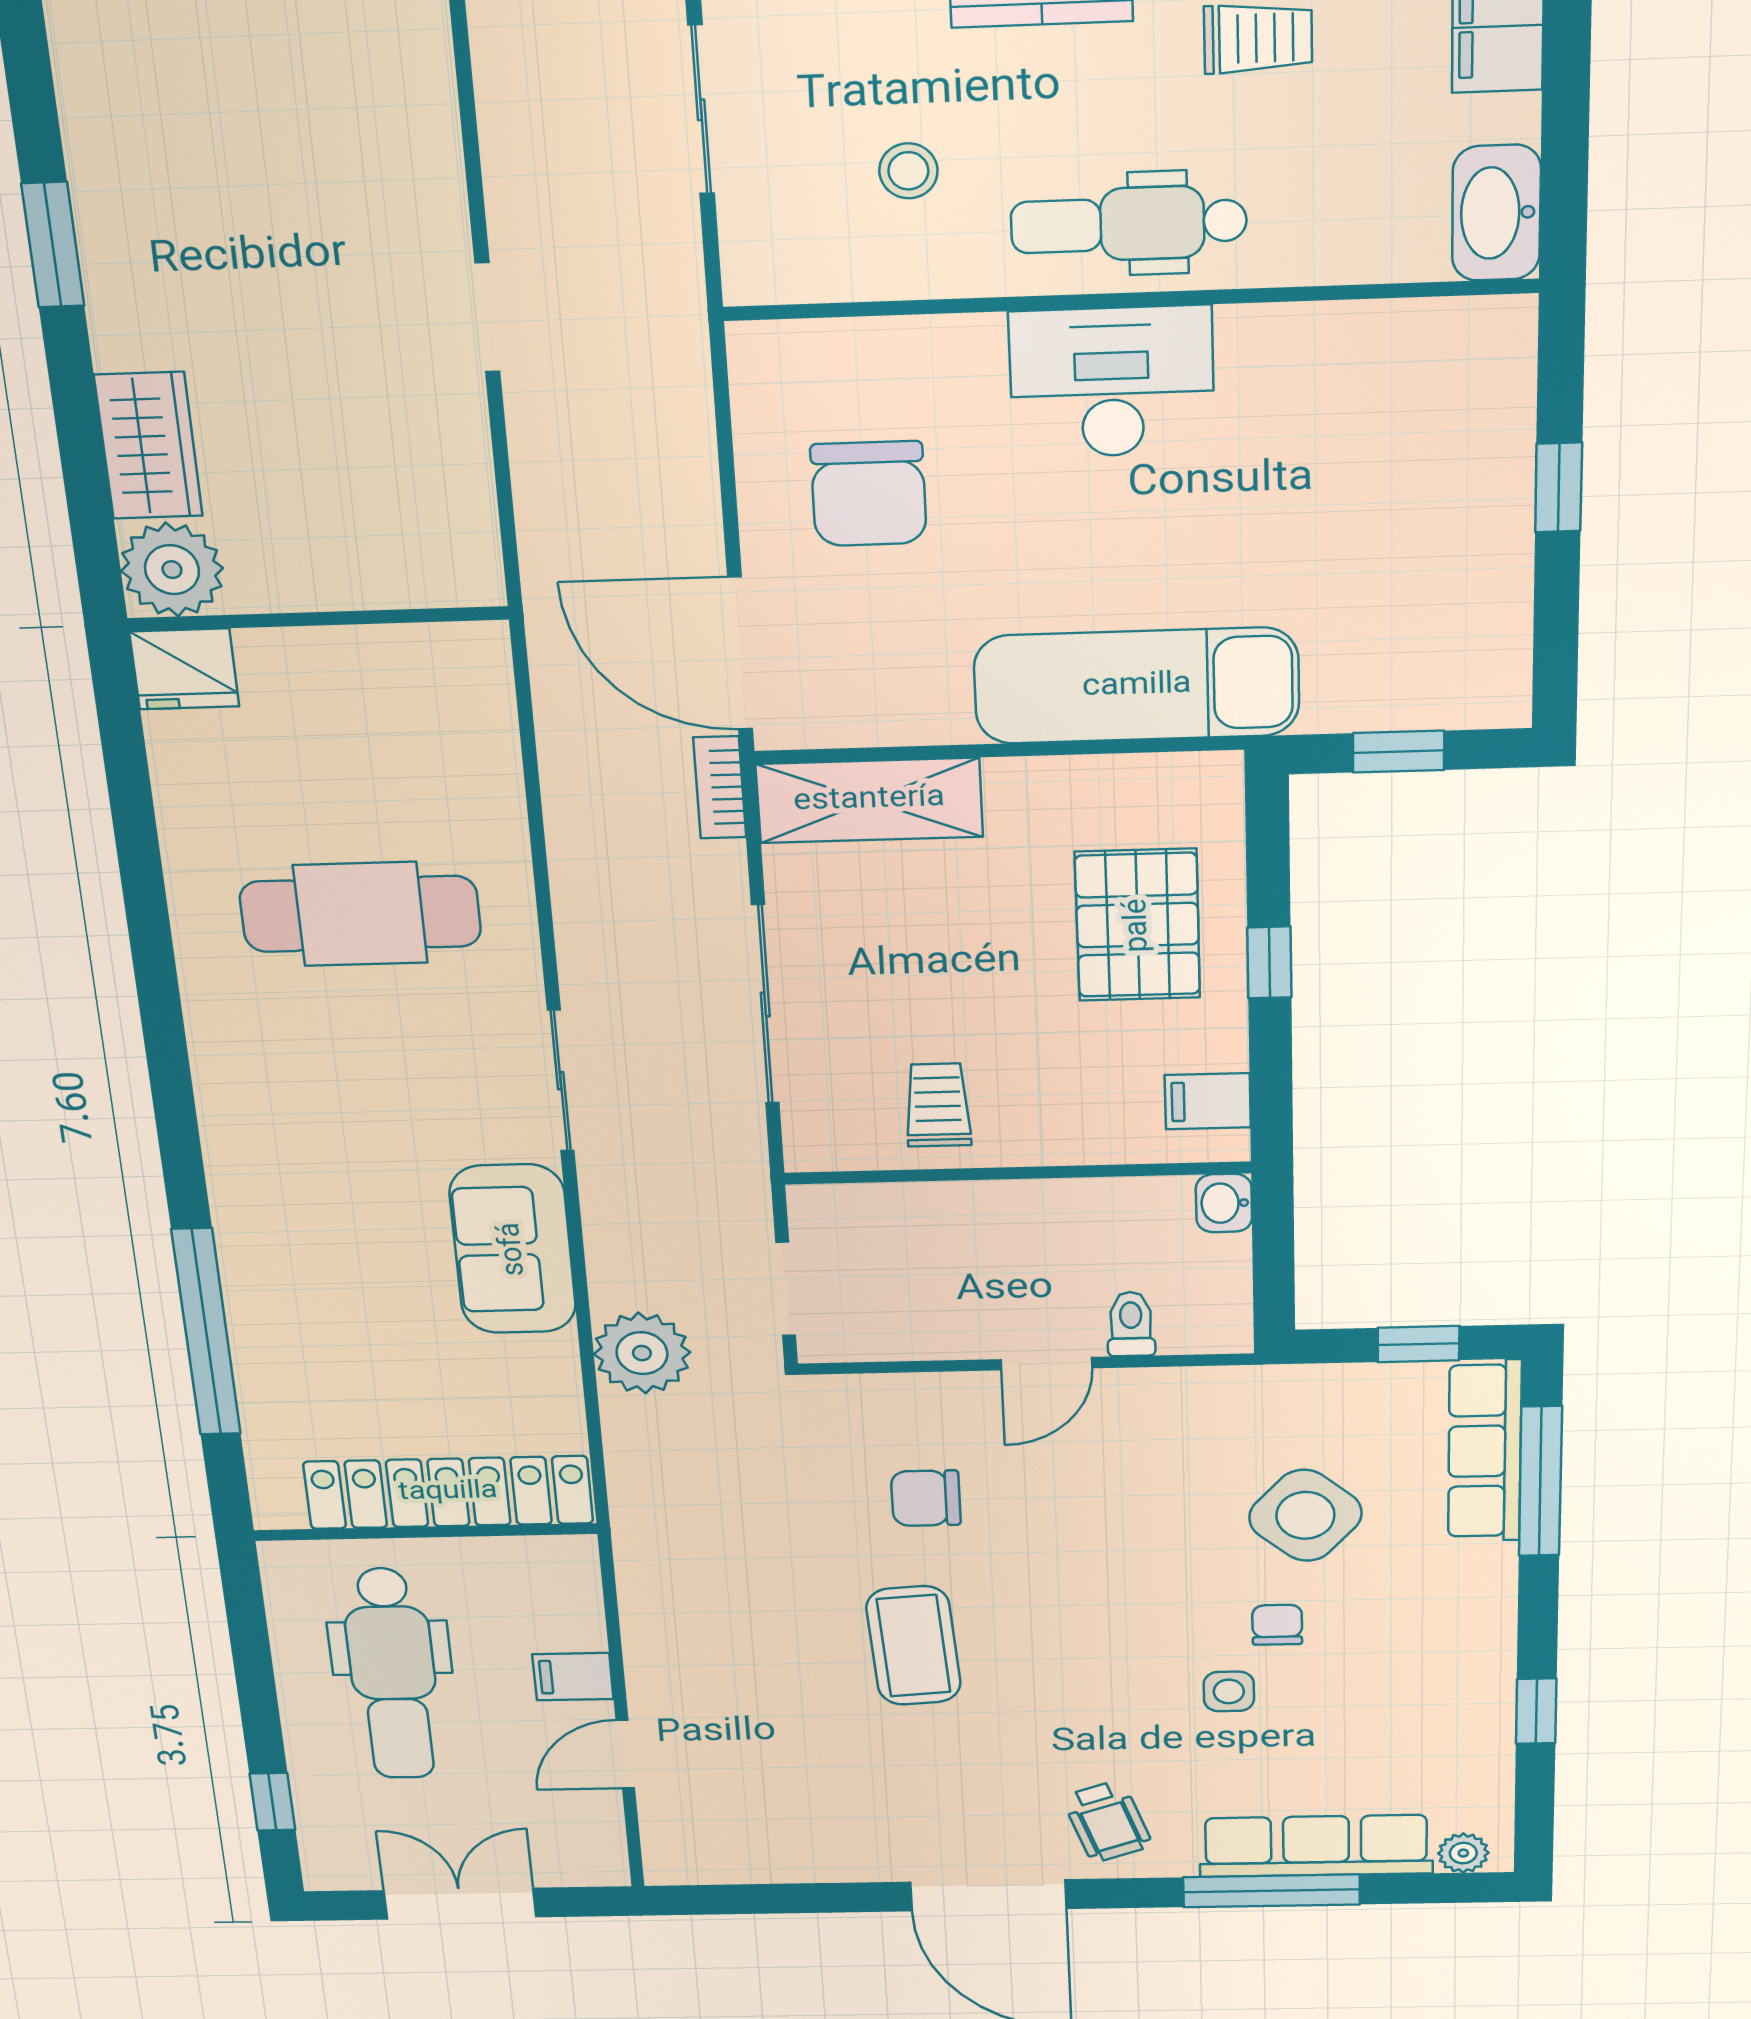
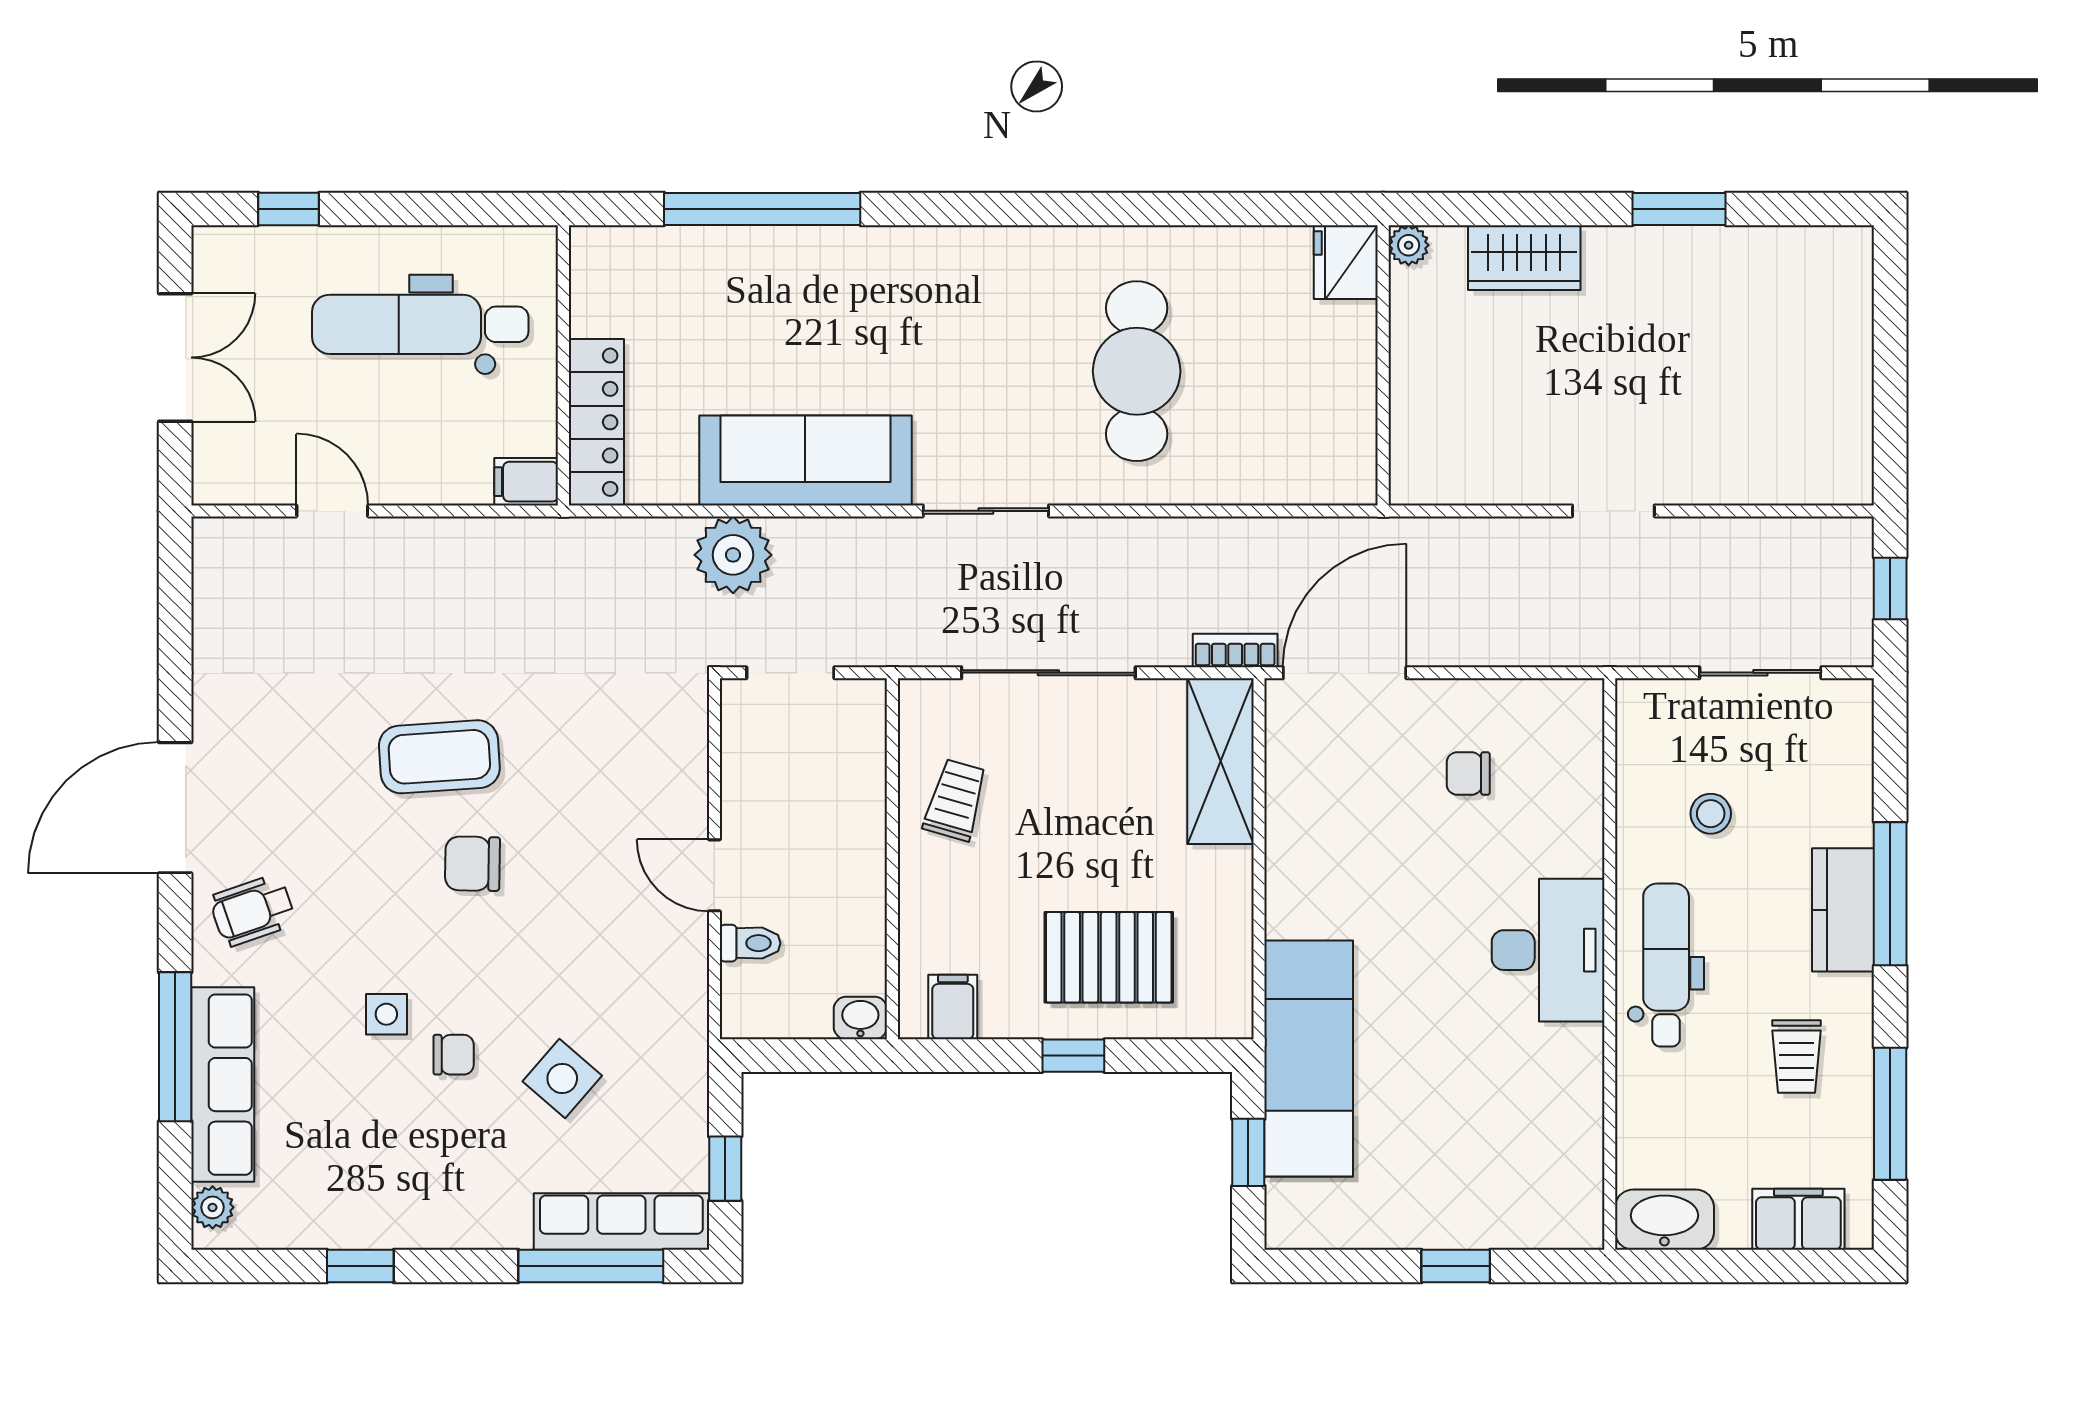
chair: (869, 494) -> (1468, 773), width x0.54, depth x0.54
plant: (172, 570) -> (1409, 245), width x0.53, depth x0.53
exam couch: (1137, 686) -> (1309, 1059), moved
trolley: (938, 1105) -> (955, 800), turned -74
sofa: (513, 1249) -> (805, 460), width x1.36
locker: (448, 1492) -> (596, 422), width x0.71, depth x0.83
chair: (926, 1498) -> (472, 864), moved, turned -89
side table: (1305, 1515) -> (562, 1079), width x0.73, depth x0.73
filing cabinet: (573, 1677) -> (526, 482), moved, turned -90

